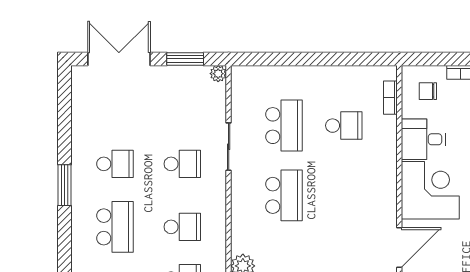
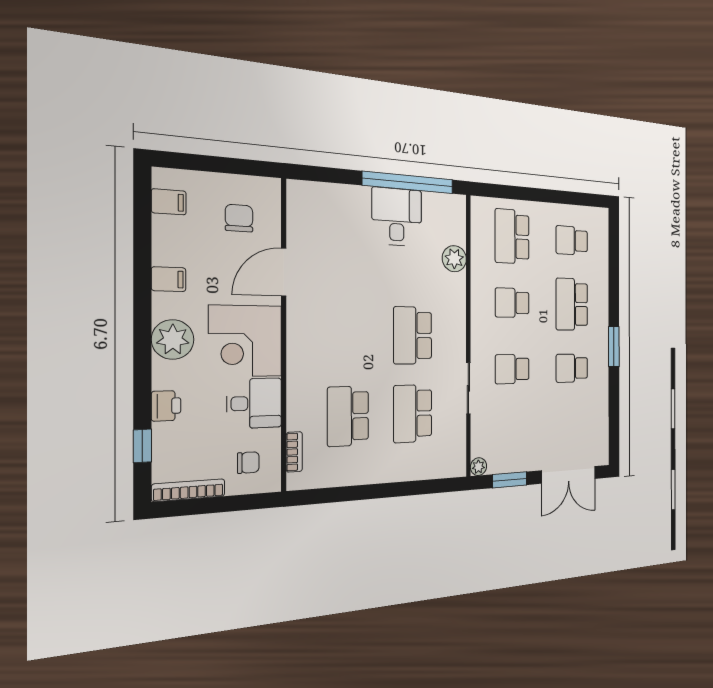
school desk: (344, 126) -> (348, 416), width x1.85

